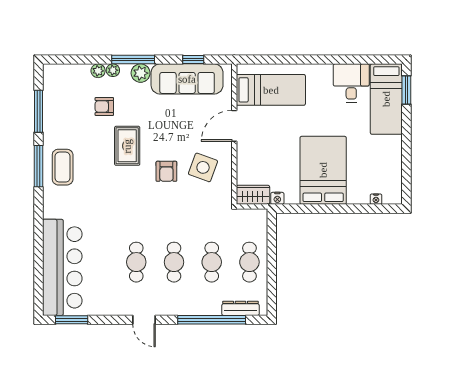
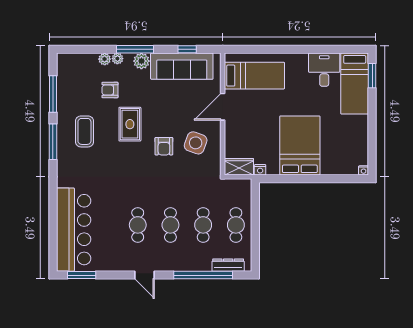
coffee table: (63, 167) -> (84, 131), moved
nightstand: (376, 199) -> (364, 170), moved

